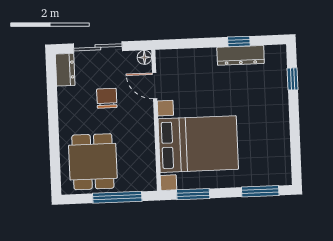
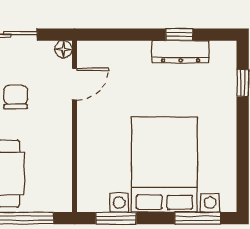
door: (155, 86) -> (75, 84), swing flipped
bed with nightstands: (198, 144) -> (165, 165), moved, turned -90

